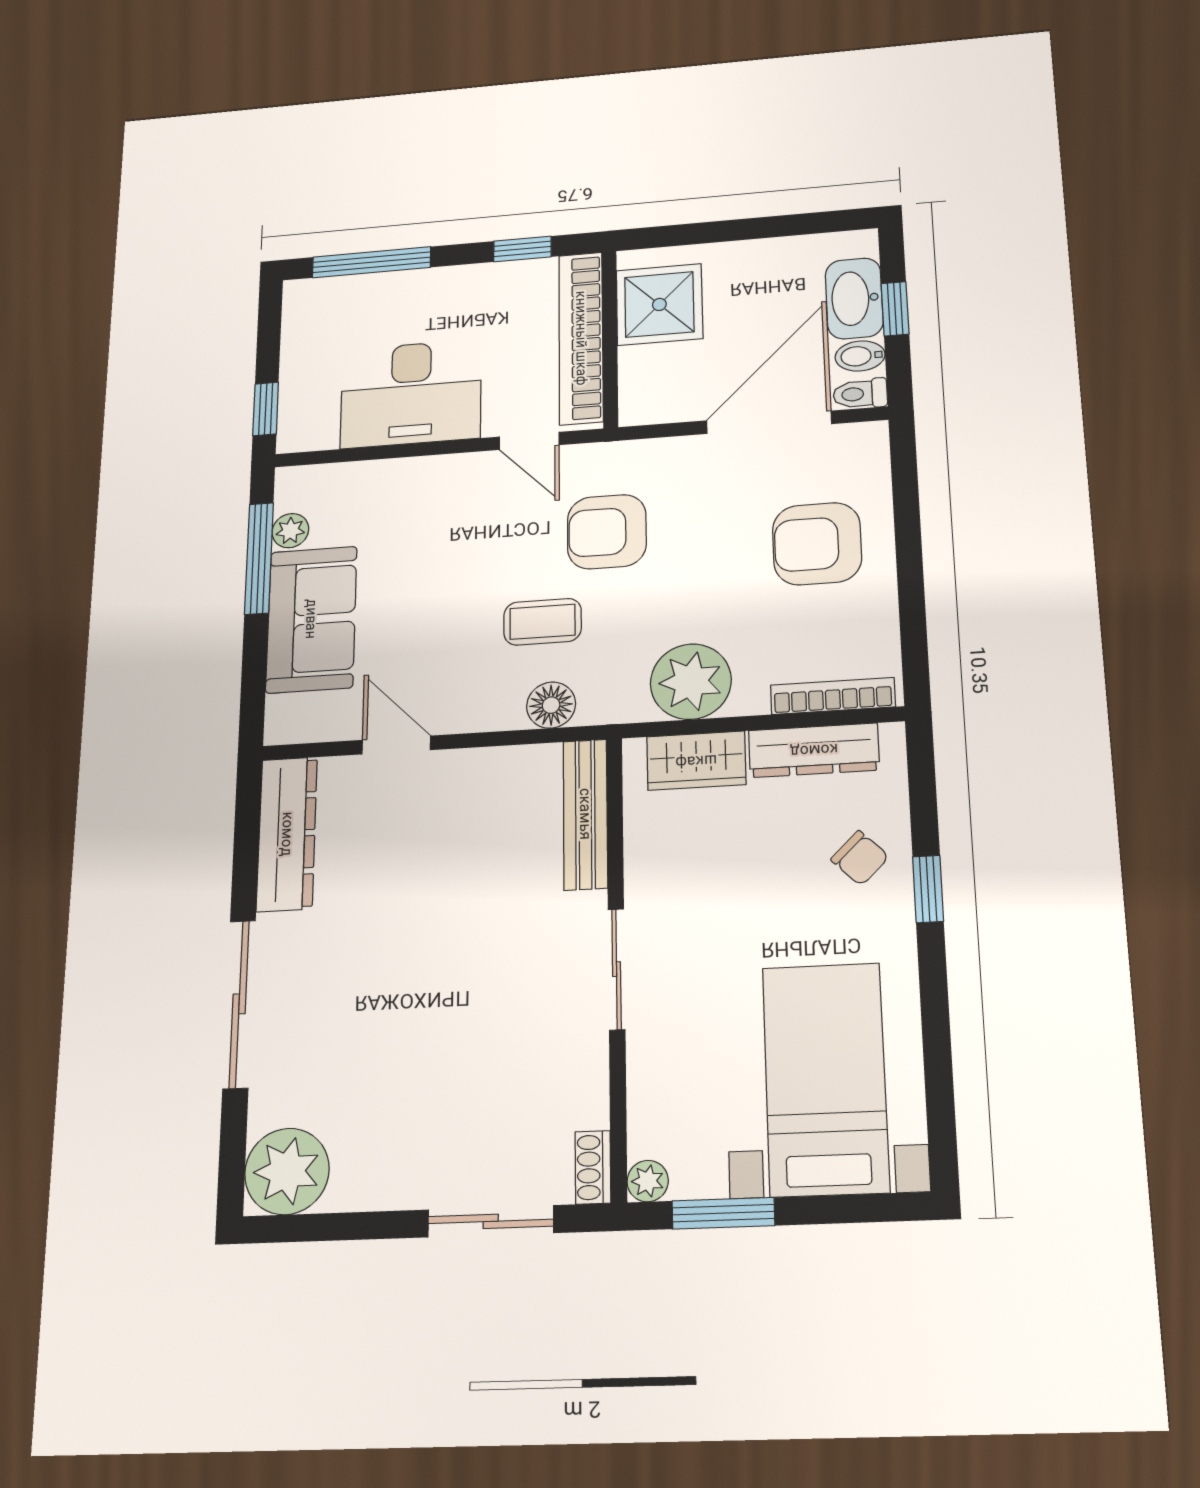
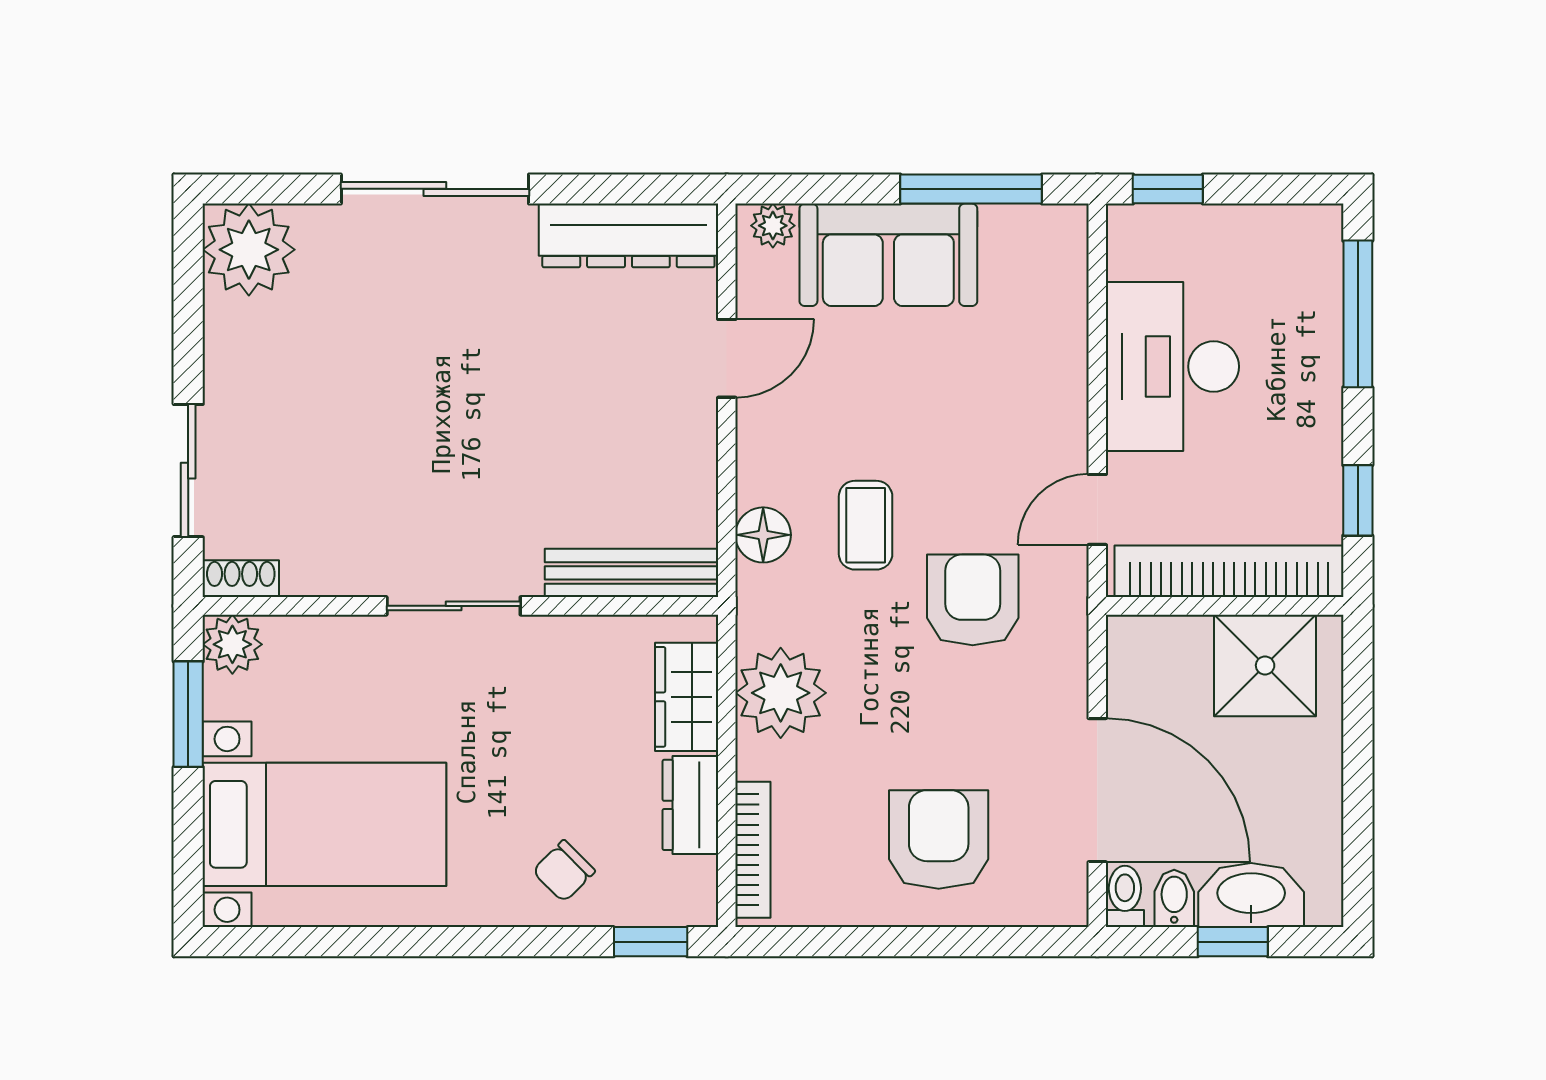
plant: (290, 531) -> (773, 226), moved
dresser: (814, 750) -> (690, 805), width x0.70
window: (928, 889) -> (651, 942), moved
plant: (648, 1181) -> (232, 644), width x1.38, depth x1.38

